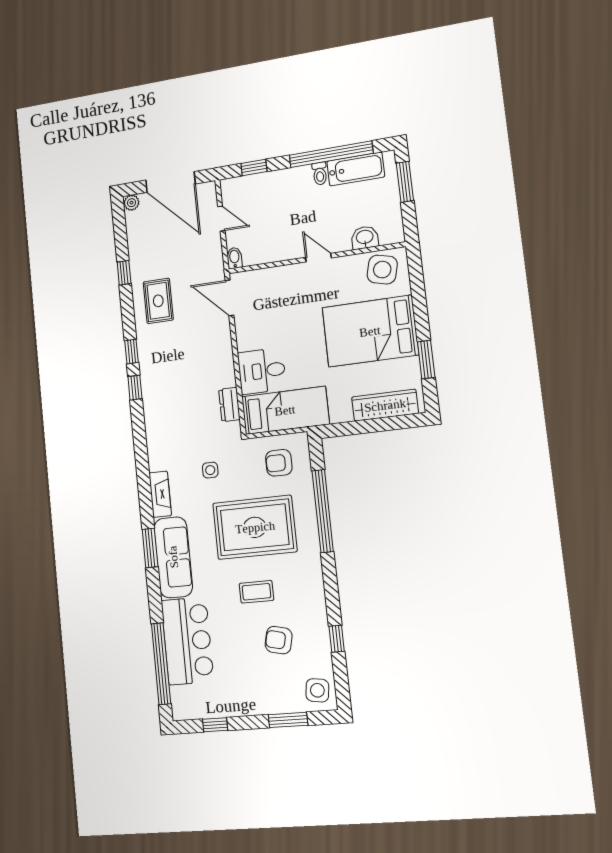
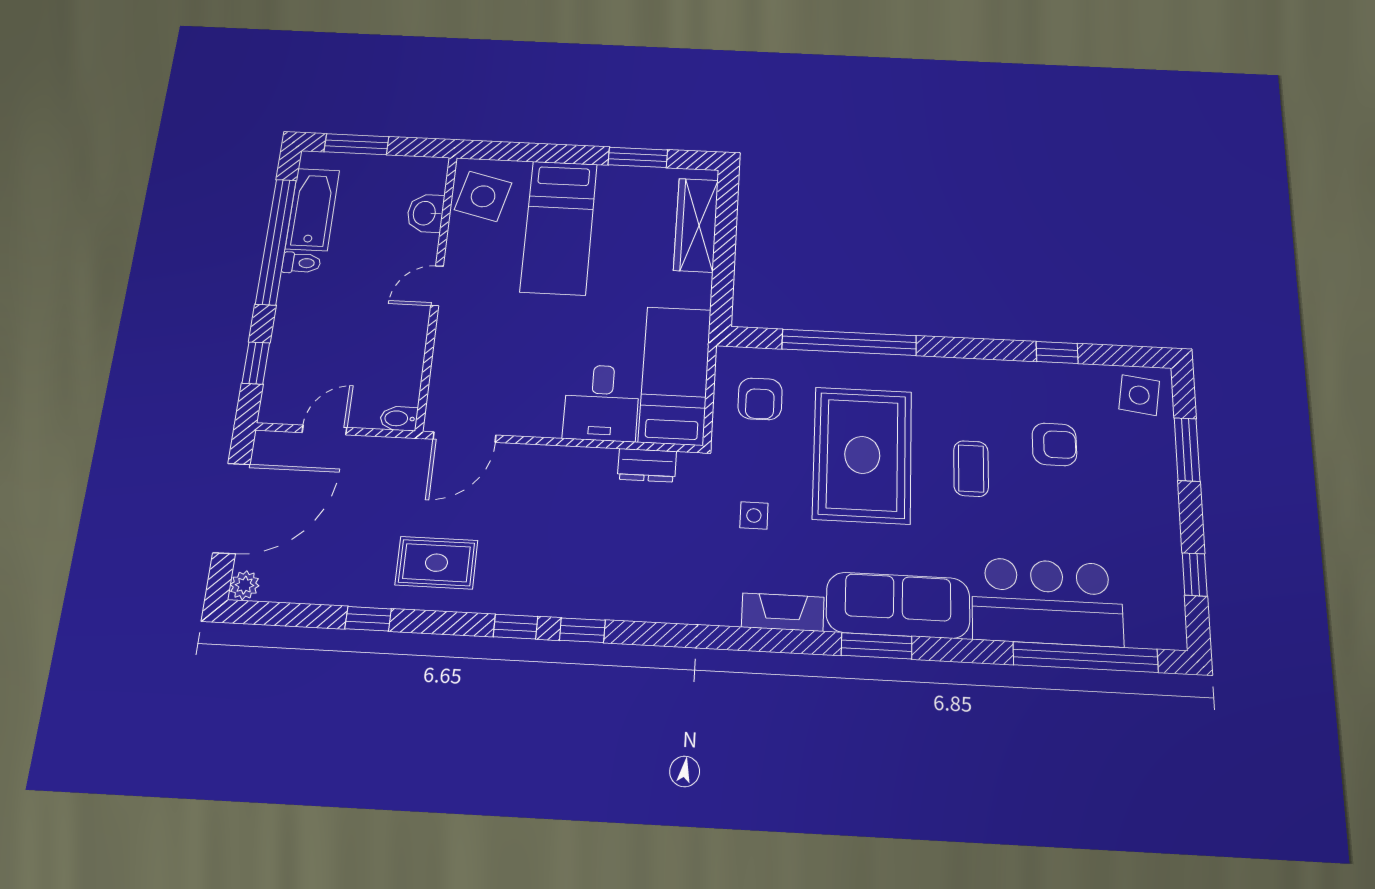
bed: (370, 331) -> (559, 227), width x0.67
armchair: (279, 640) -> (1054, 444), turned -103

